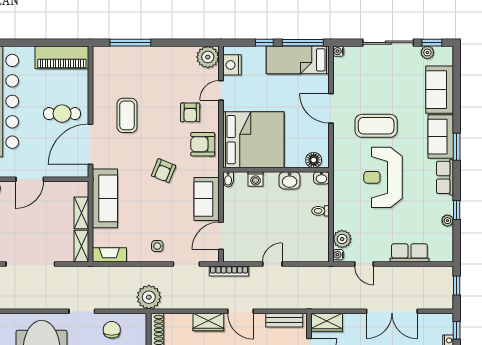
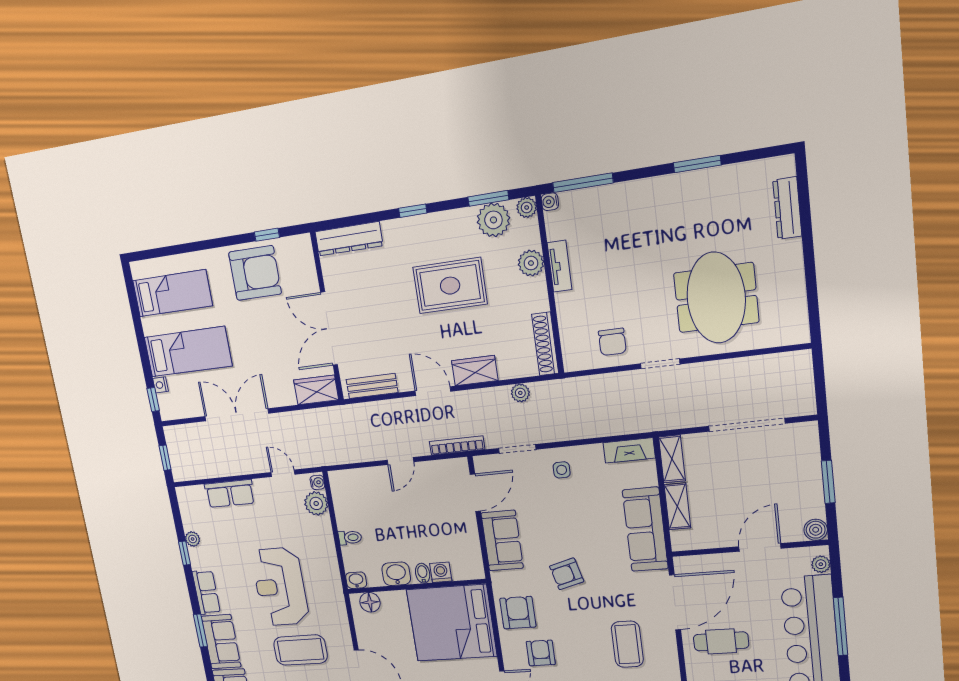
armchair: (203, 144) -> (518, 613), turned -90
armchair: (164, 171) -> (567, 574), turned -127
reception desk: (383, 177) -> (280, 587), turned 180
bidet: (228, 179) -> (423, 573), moved
plant: (149, 297) -> (520, 393), moved, width x0.53, depth x0.53

